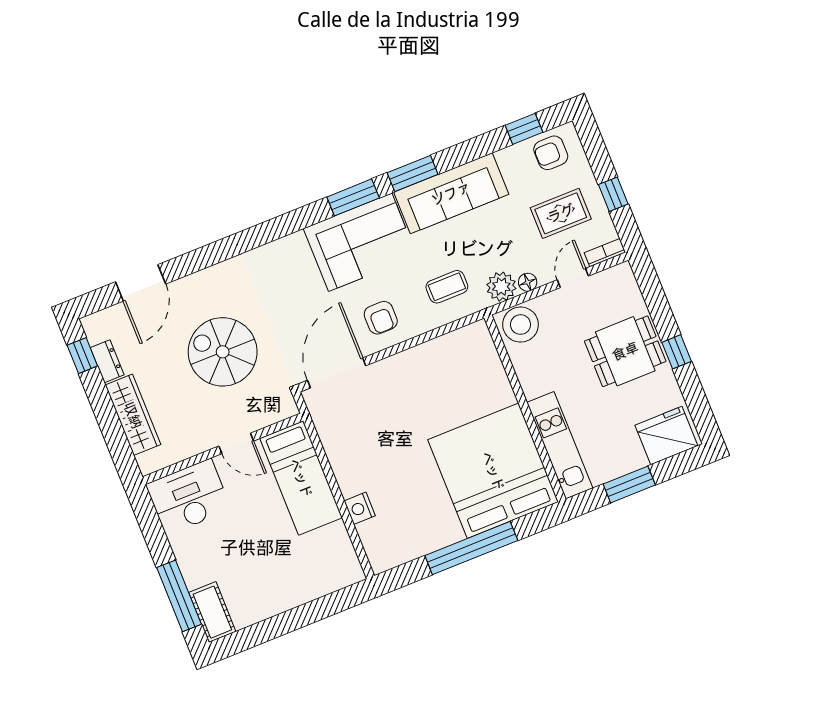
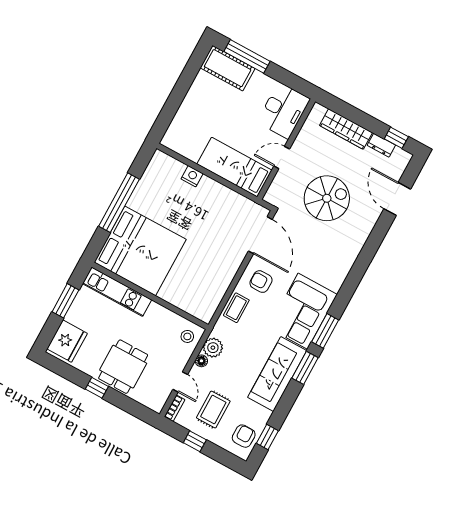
coffee table: (447, 287) -> (236, 308), moved
stool: (521, 325) -> (187, 336), width x0.53, depth x0.53
cot: (212, 612) -> (228, 68), width x1.37, depth x1.34

